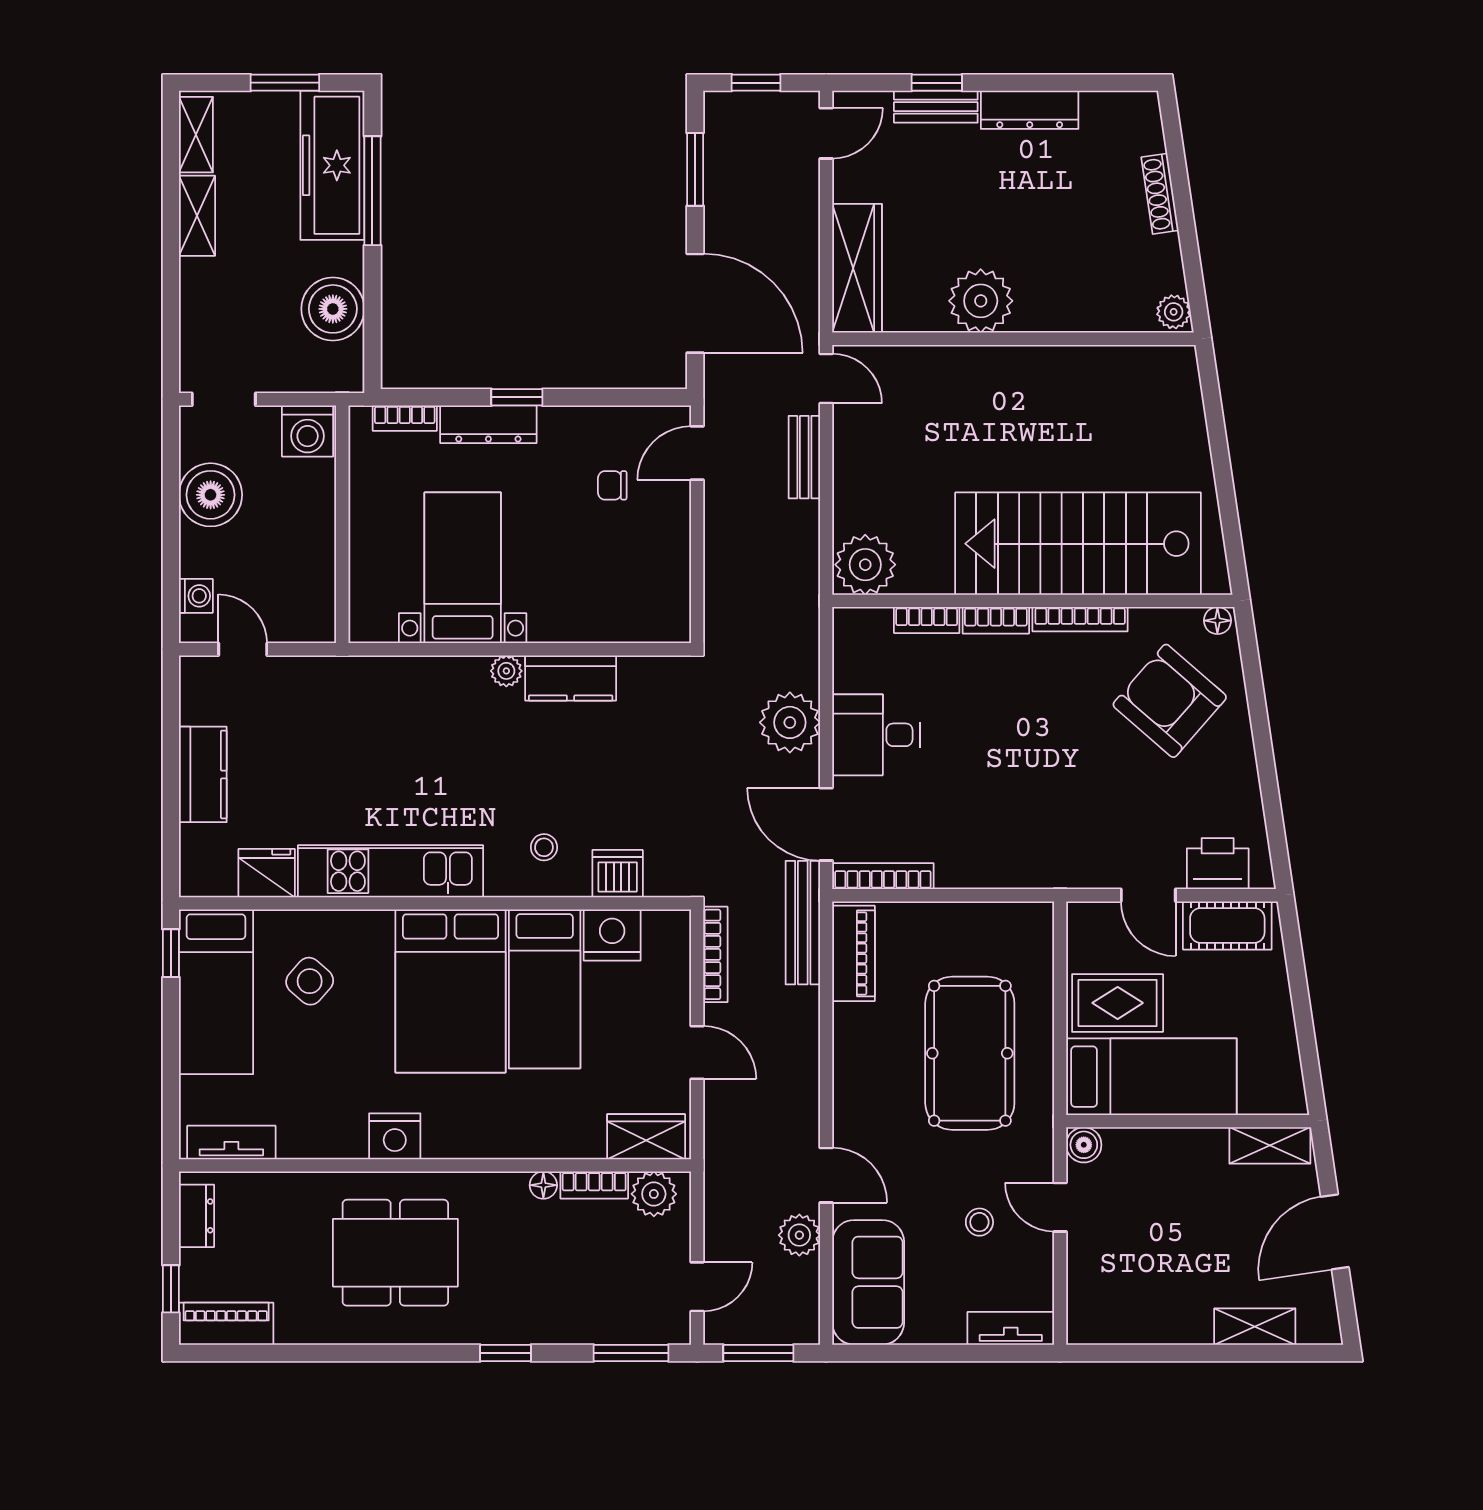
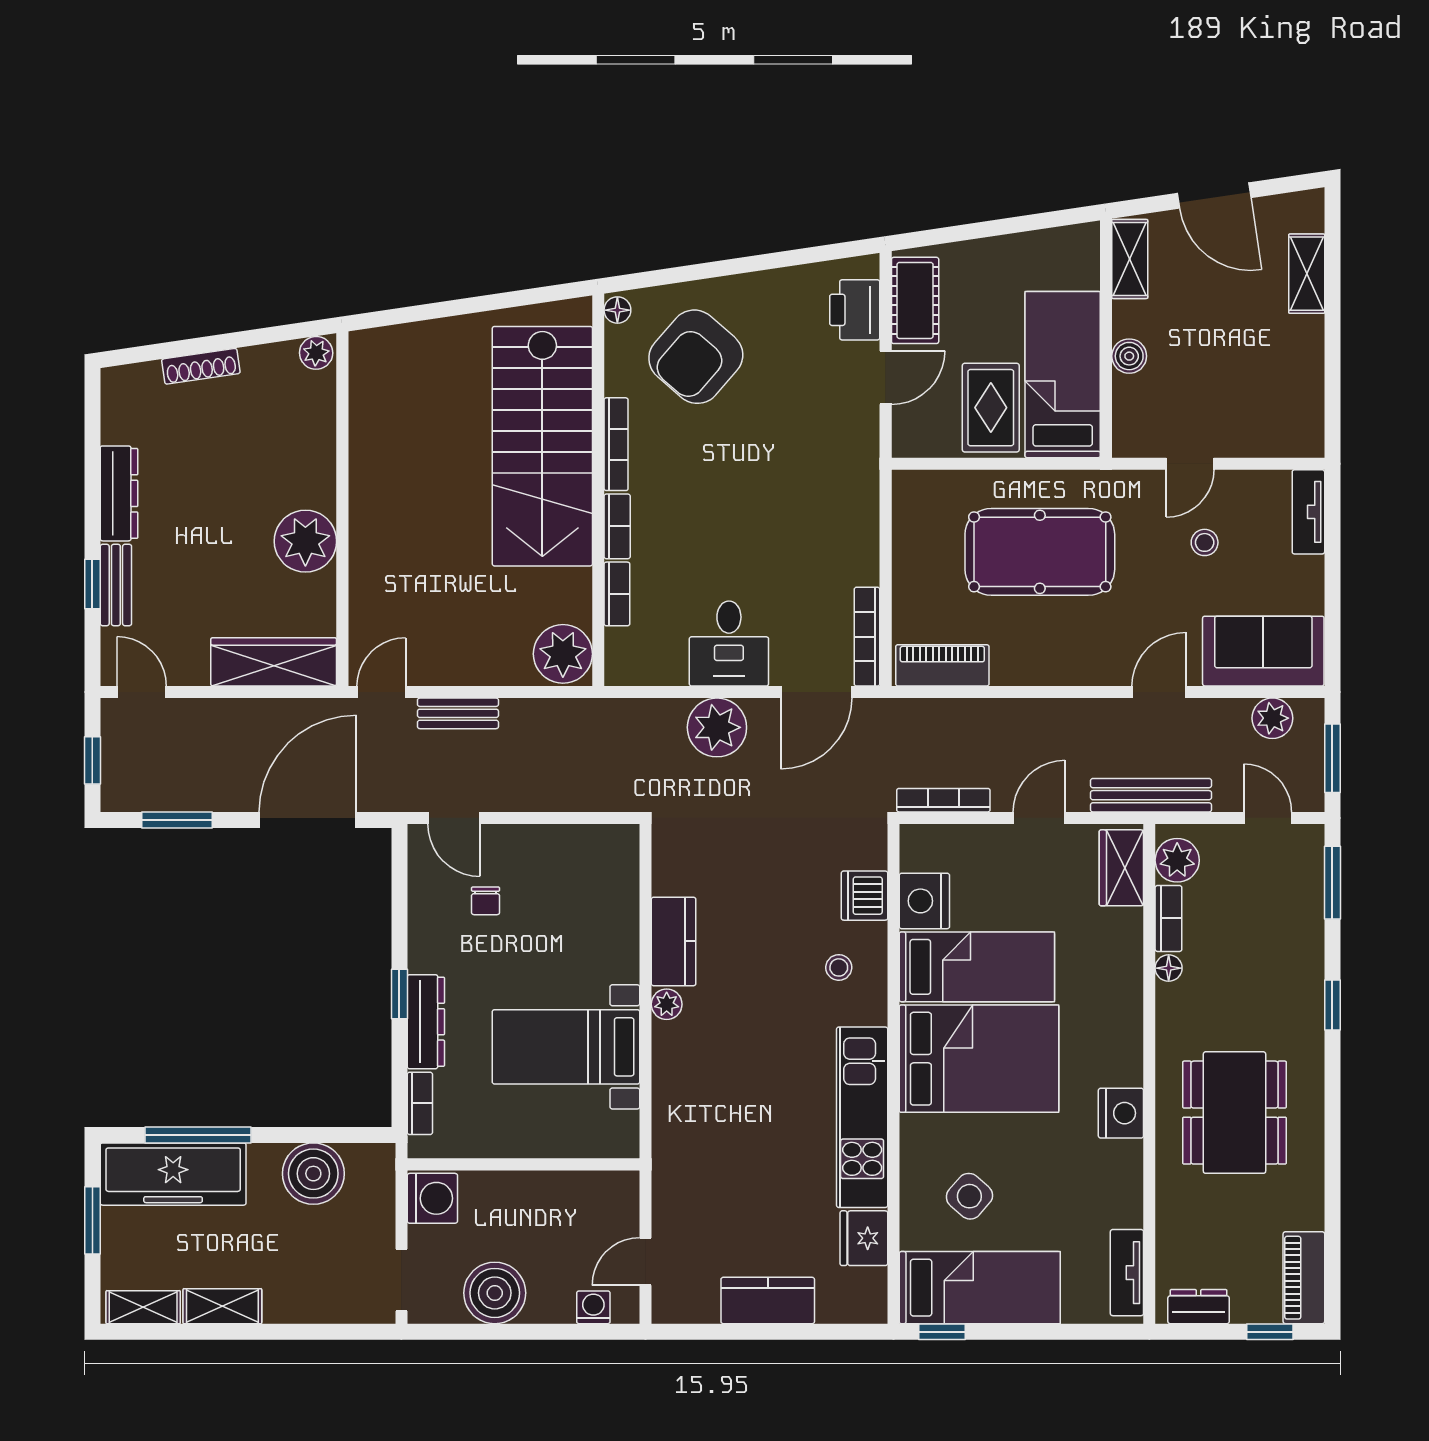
bench: (803, 923) -> (1151, 795), moved
boiler: (1084, 1145) -> (1129, 356), moved
plant: (799, 1235) -> (1272, 718), moved

